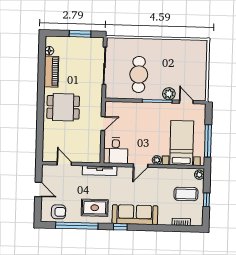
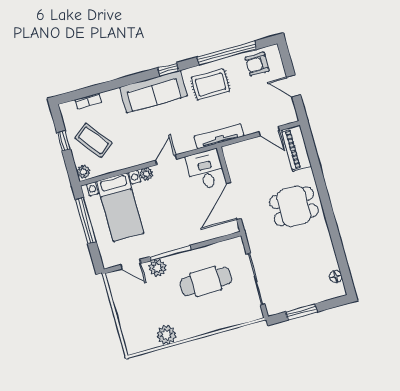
plant: (177, 46) -> (166, 335), added
piano: (51, 72) -> (296, 148), moved
cafe table: (139, 74) -> (206, 281), turned 90
door: (103, 124) -> (234, 201), width x1.87
coffee table: (186, 194) -> (93, 140), turned 52

